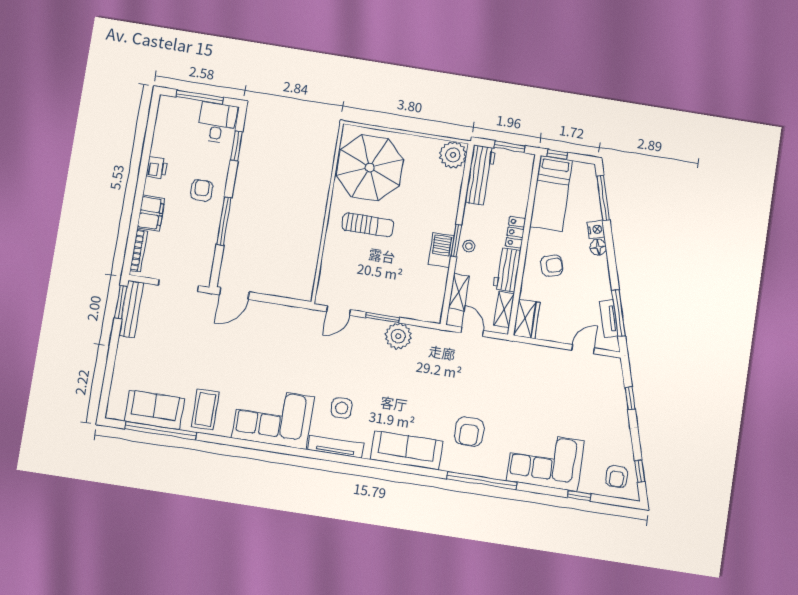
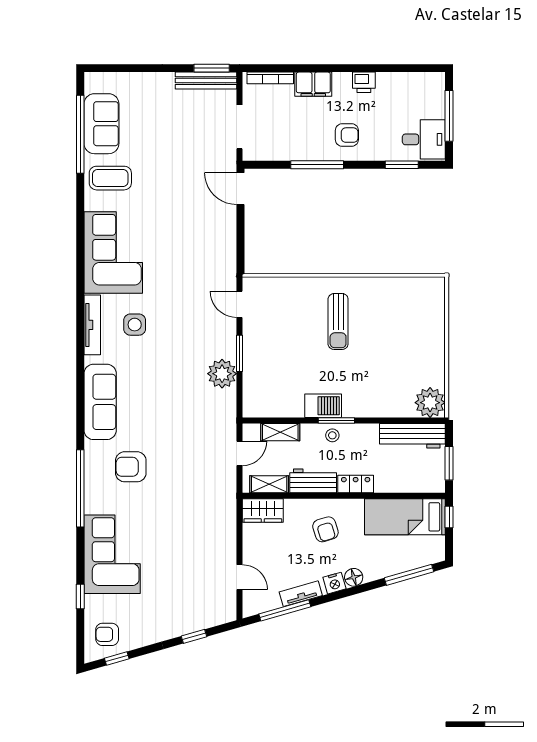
parasol: (370, 168) -> (401, 314), removed
nightstand: (596, 229) -> (334, 583), moved
tv unit: (609, 319) -> (301, 594), moved

